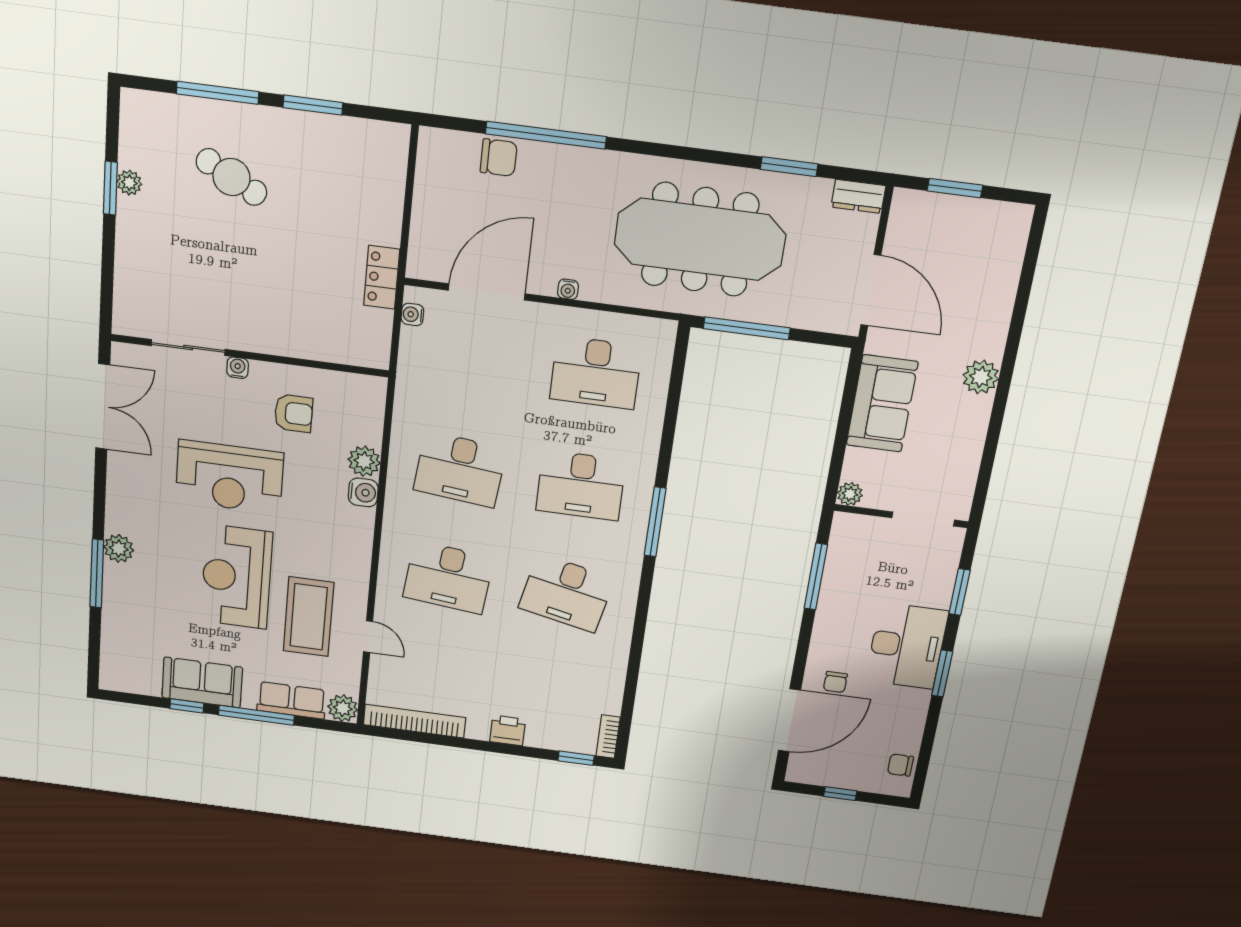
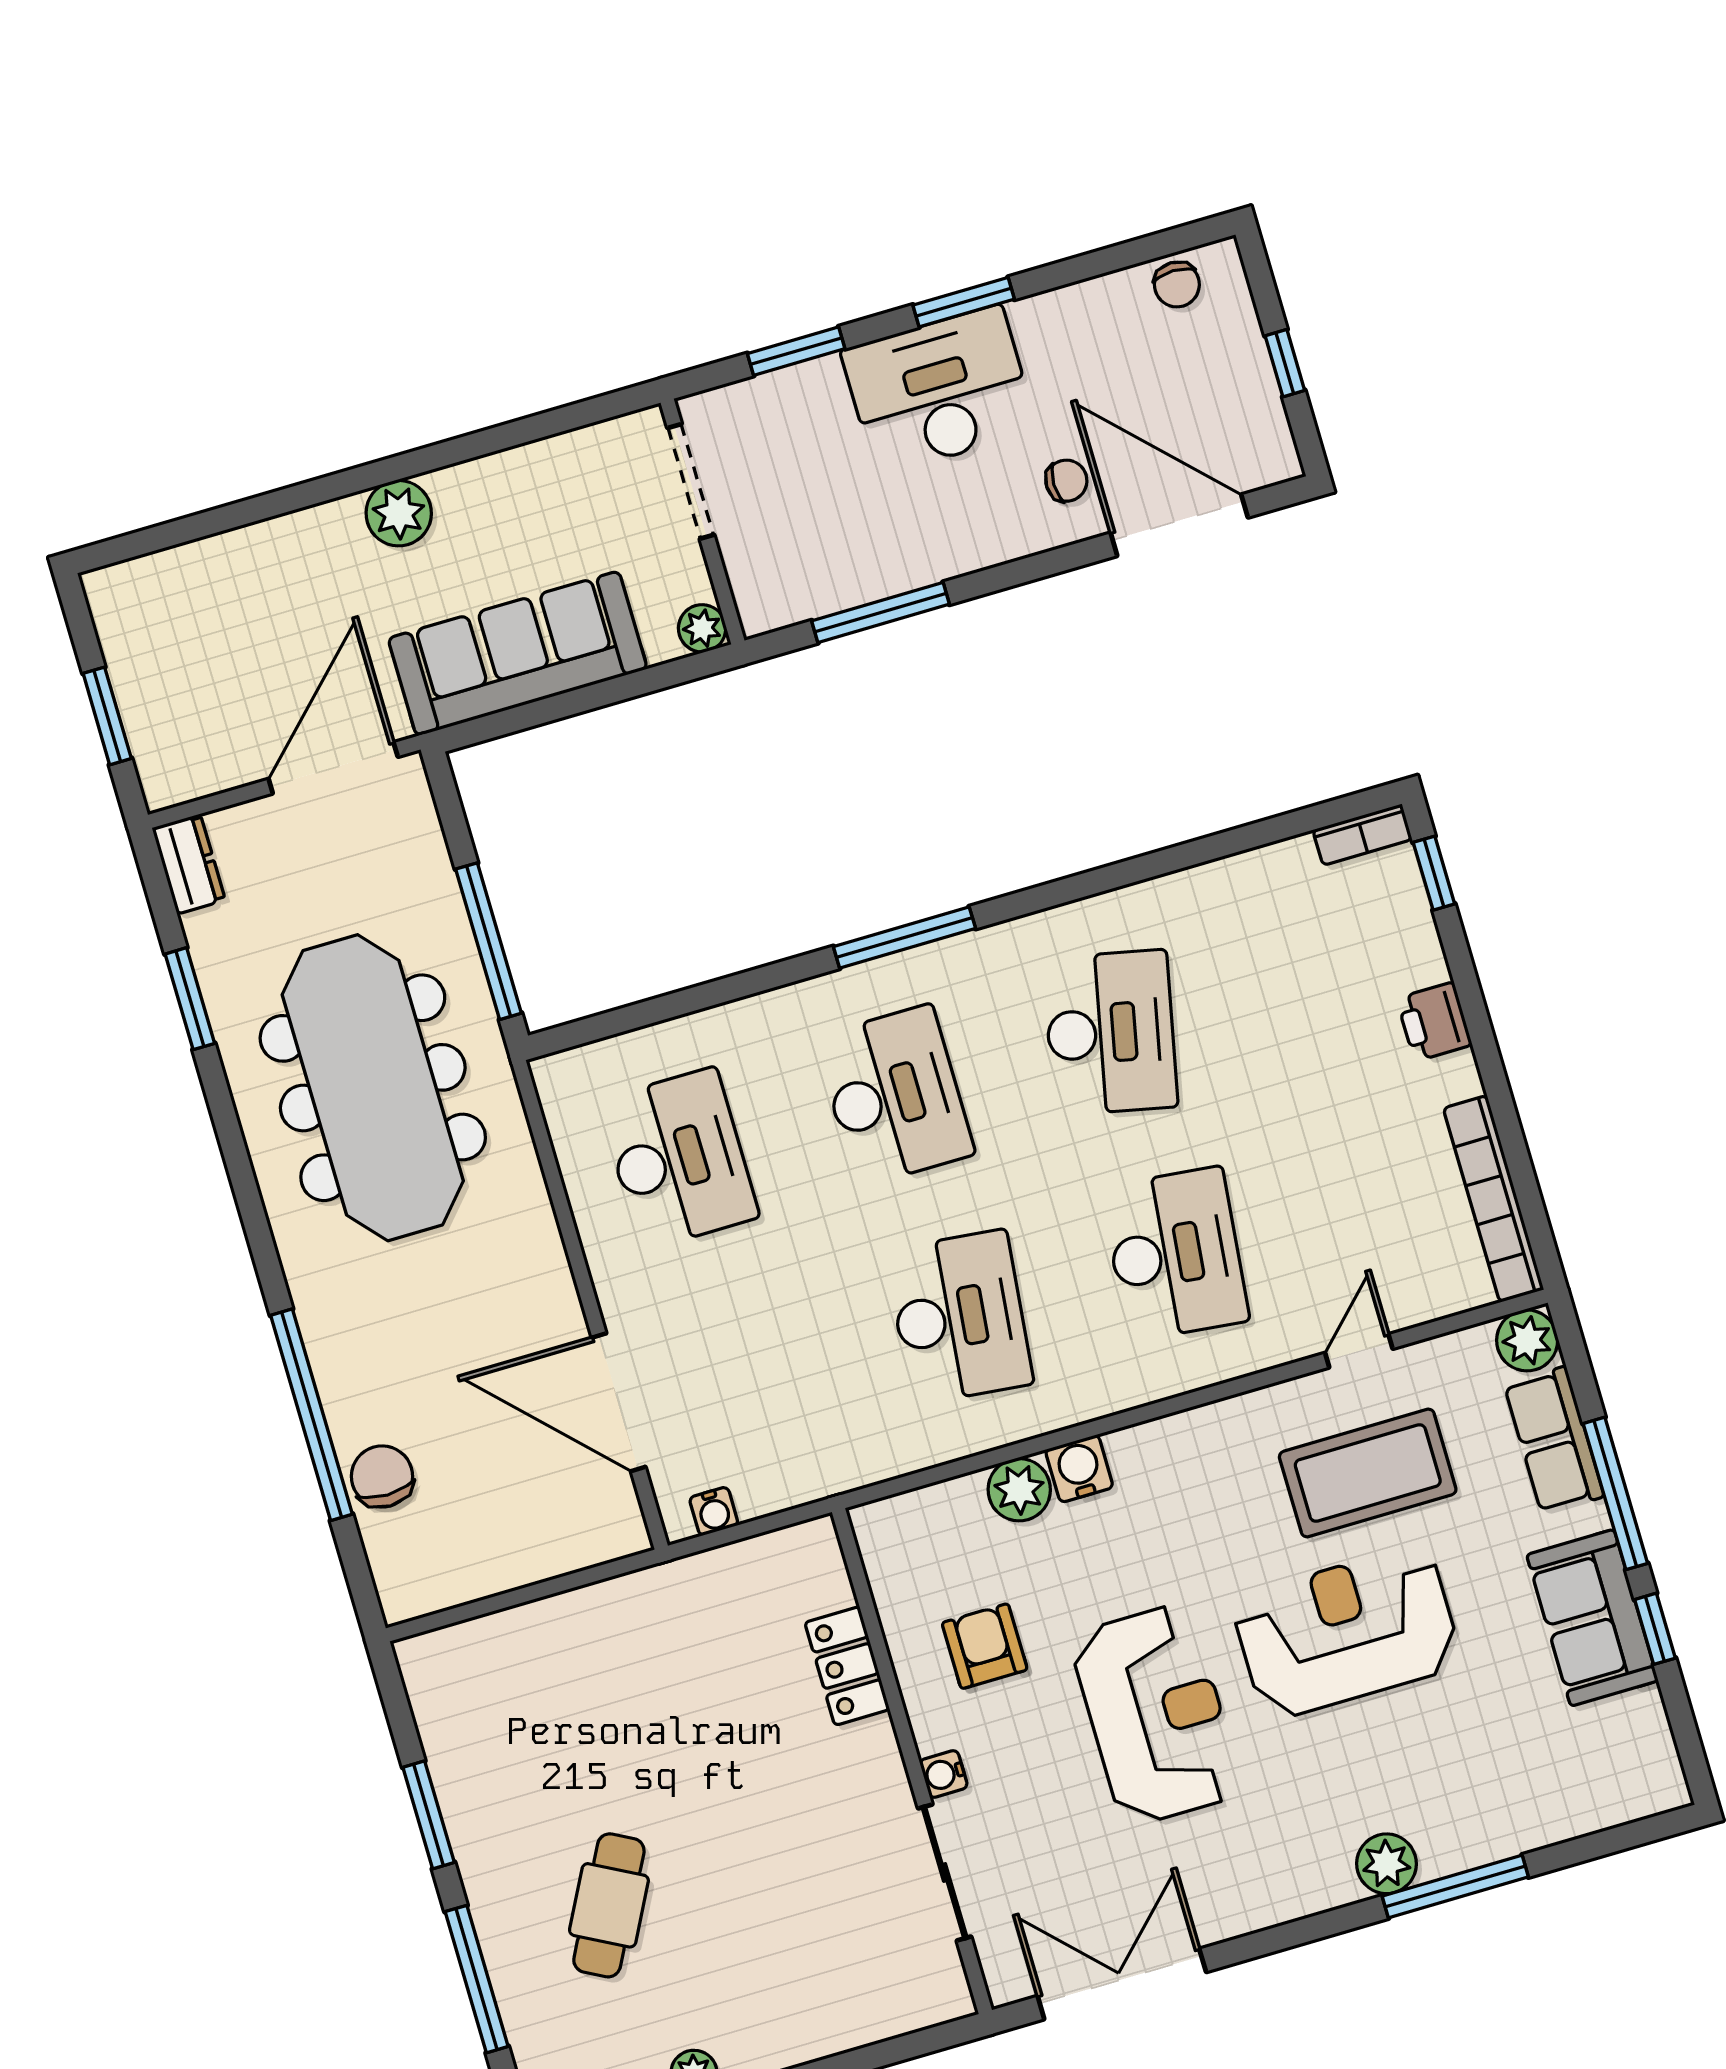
locker: (382, 277) -> (847, 1666), moved, turned 90
water cooler: (568, 289) -> (554, 1268), removed
sofa: (882, 403) -> (518, 654), width x1.36
reception desk: (237, 577) -> (1347, 1632), turned 180

